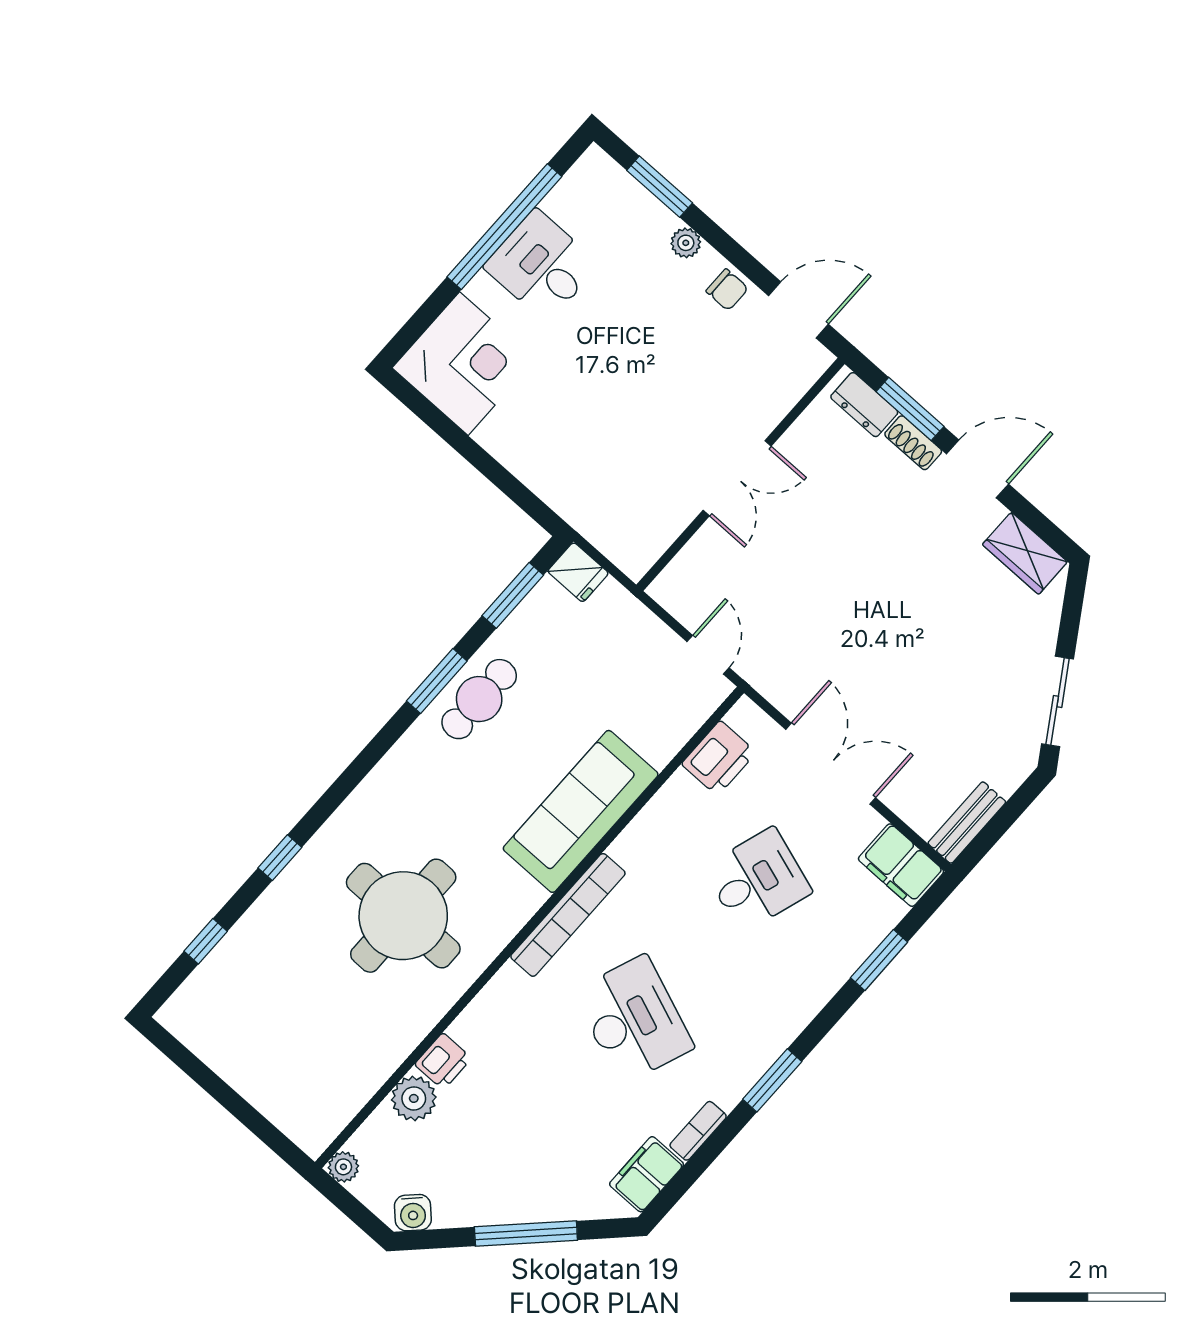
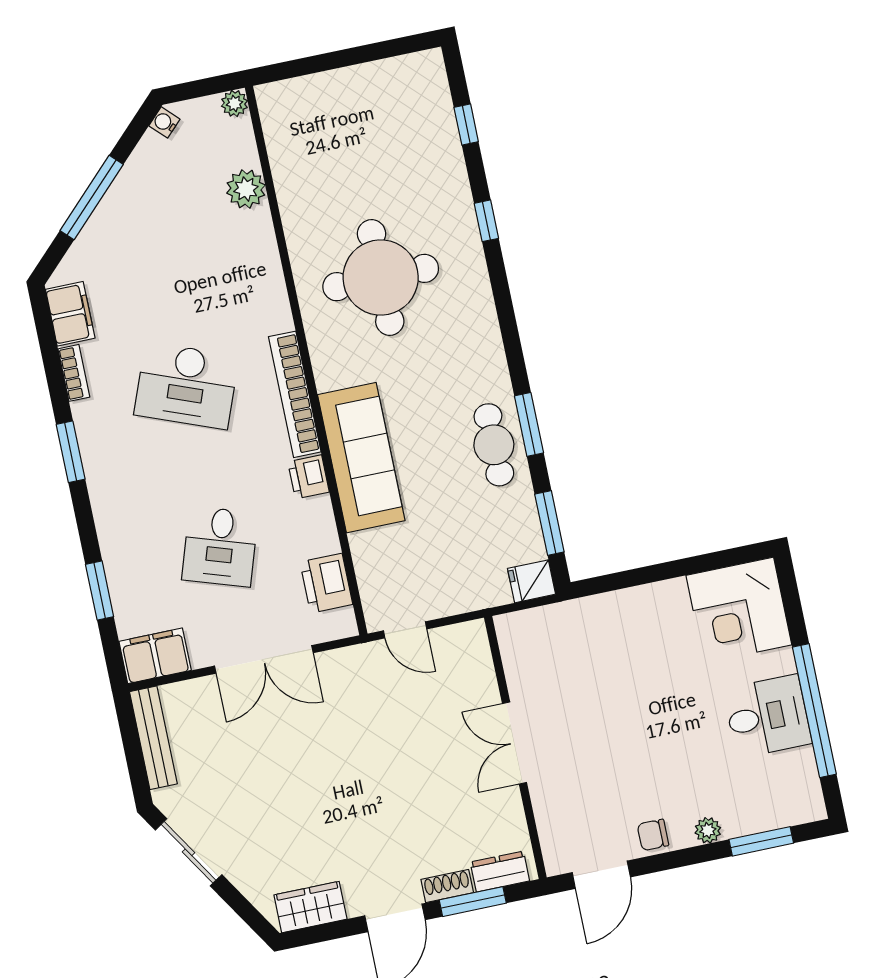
bench: (967, 823) -> (153, 738), width x1.36
printer: (443, 1061) -> (308, 477), moved
water cooler: (413, 1213) -> (164, 122), width x0.72, depth x0.72

